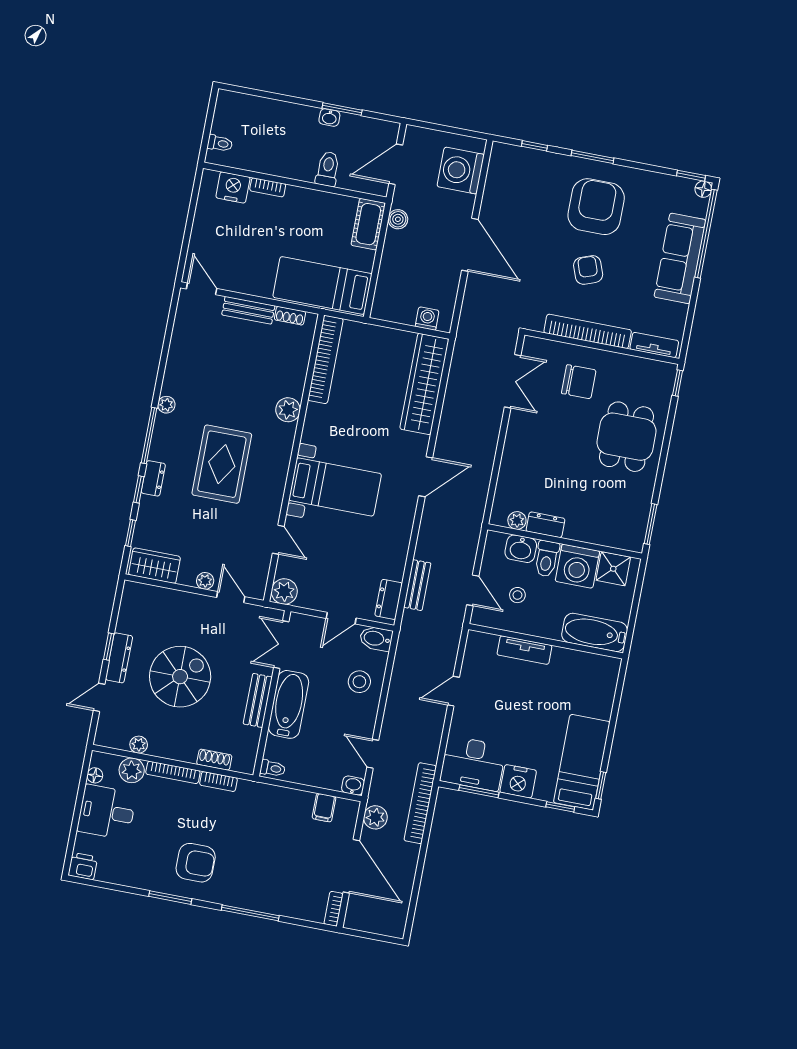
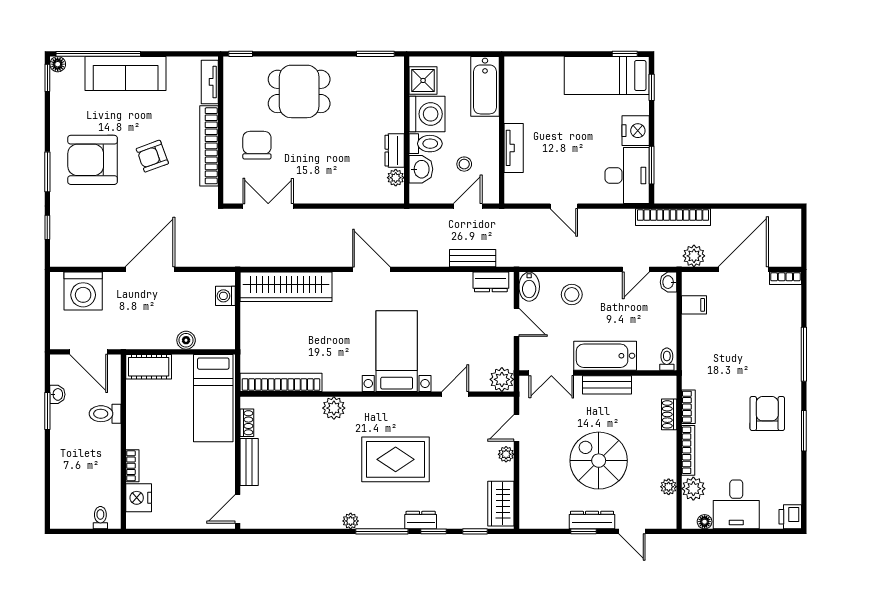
washbasin: (329, 118) -> (57, 394), moved
boiler: (398, 219) -> (186, 340), moved

